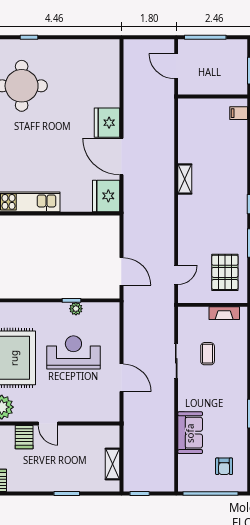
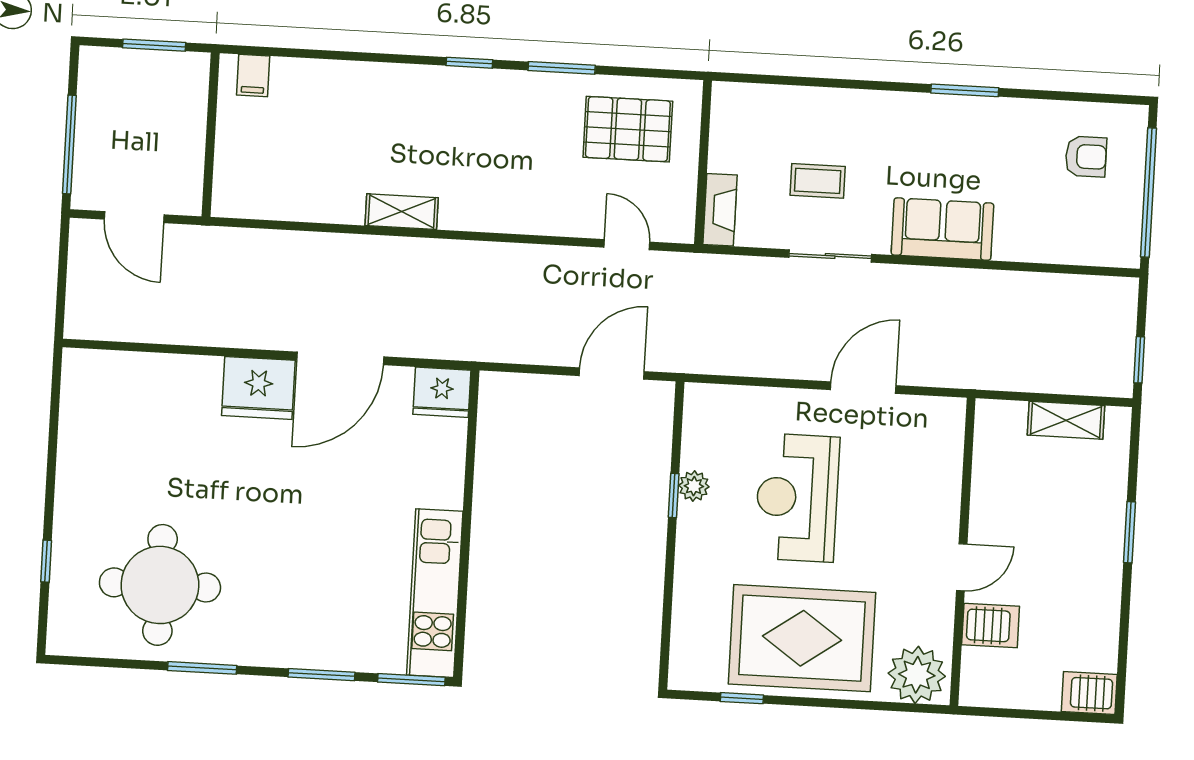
door: (176, 66) -> (134, 217), hinge flipped
fridge: (106, 196) -> (442, 392), width x0.73, depth x0.75
fireplace: (224, 313) -> (720, 210), moved
sofa: (190, 433) -> (942, 229), moved

